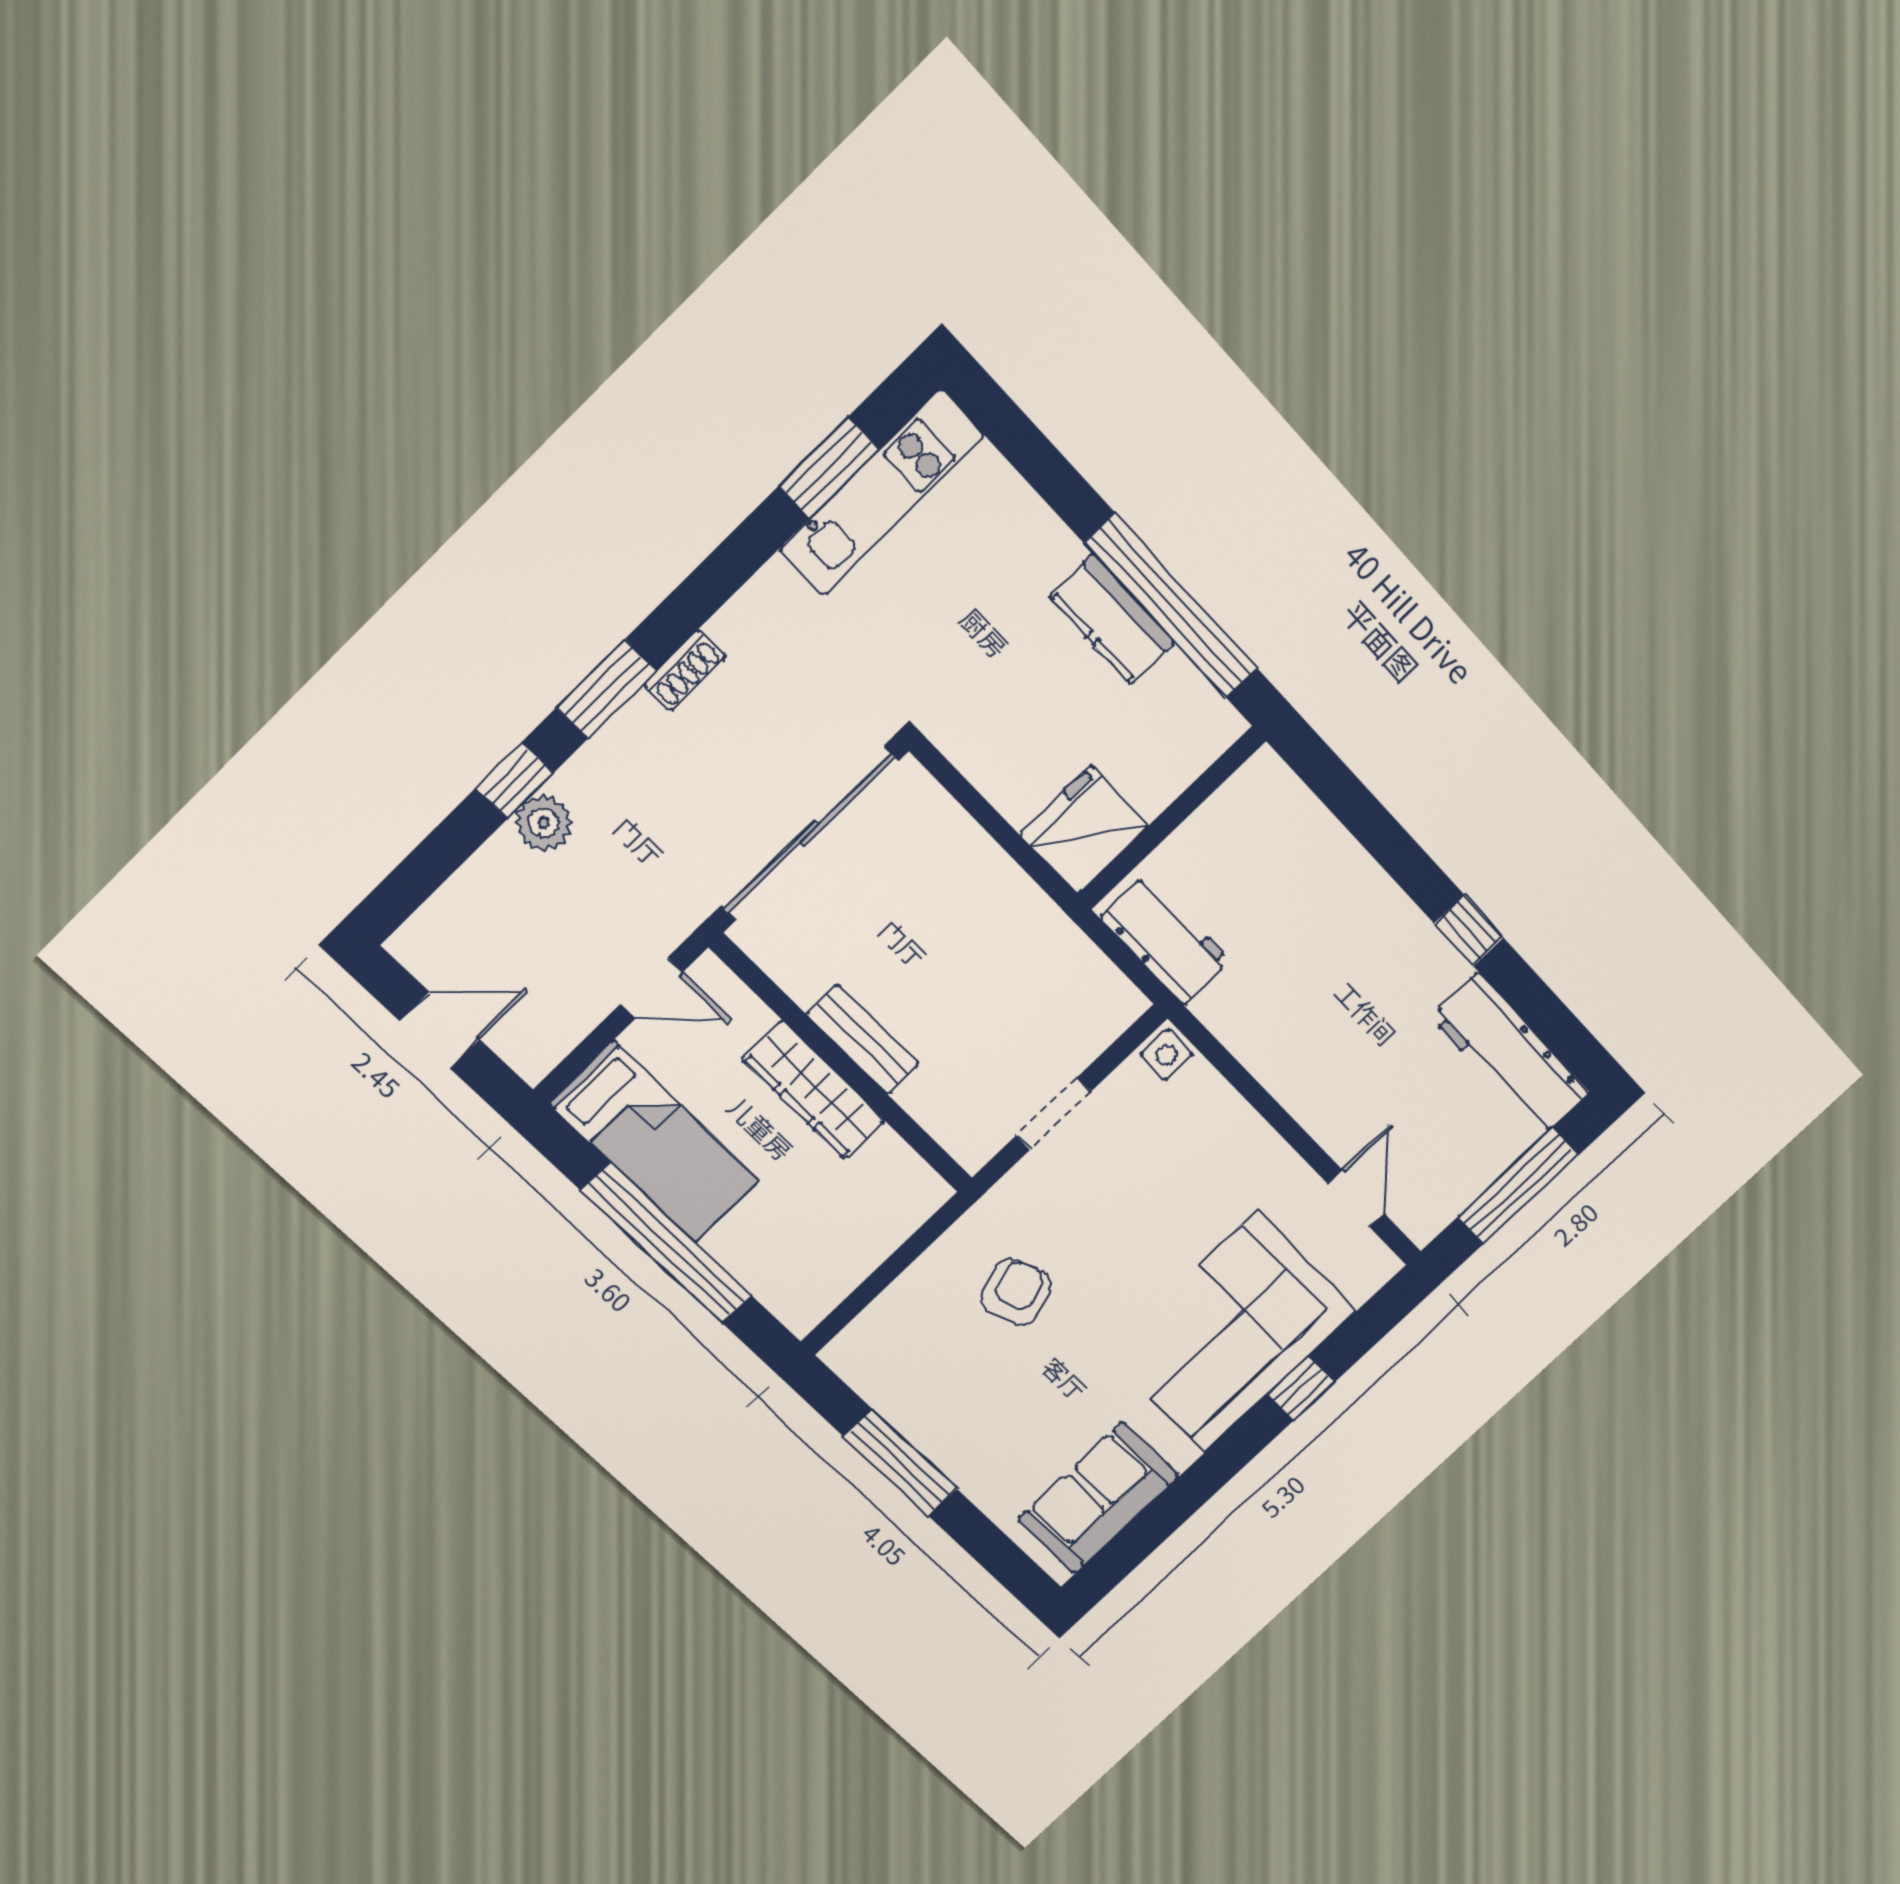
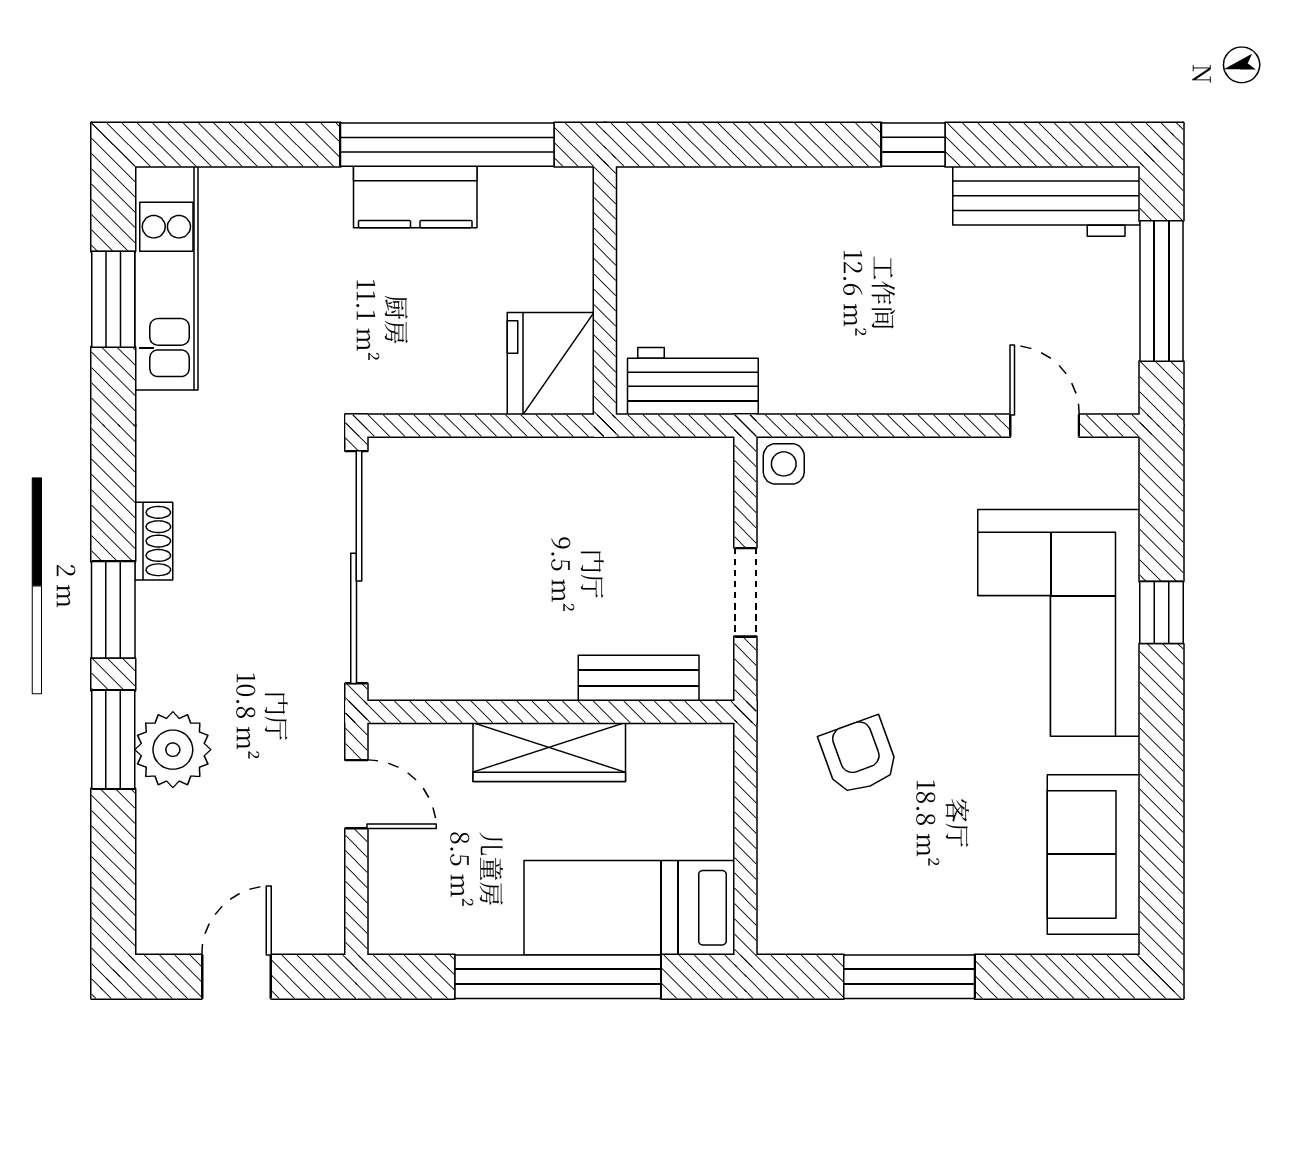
window: (515, 780) -> (113, 740), width x1.50
plant: (544, 823) -> (173, 750), width x1.36, depth x1.36
door: (651, 988) -> (356, 794), hinge flipped
bench: (863, 1039) -> (639, 678), moved
bed: (654, 1142) -> (629, 908), moved, turned 180

